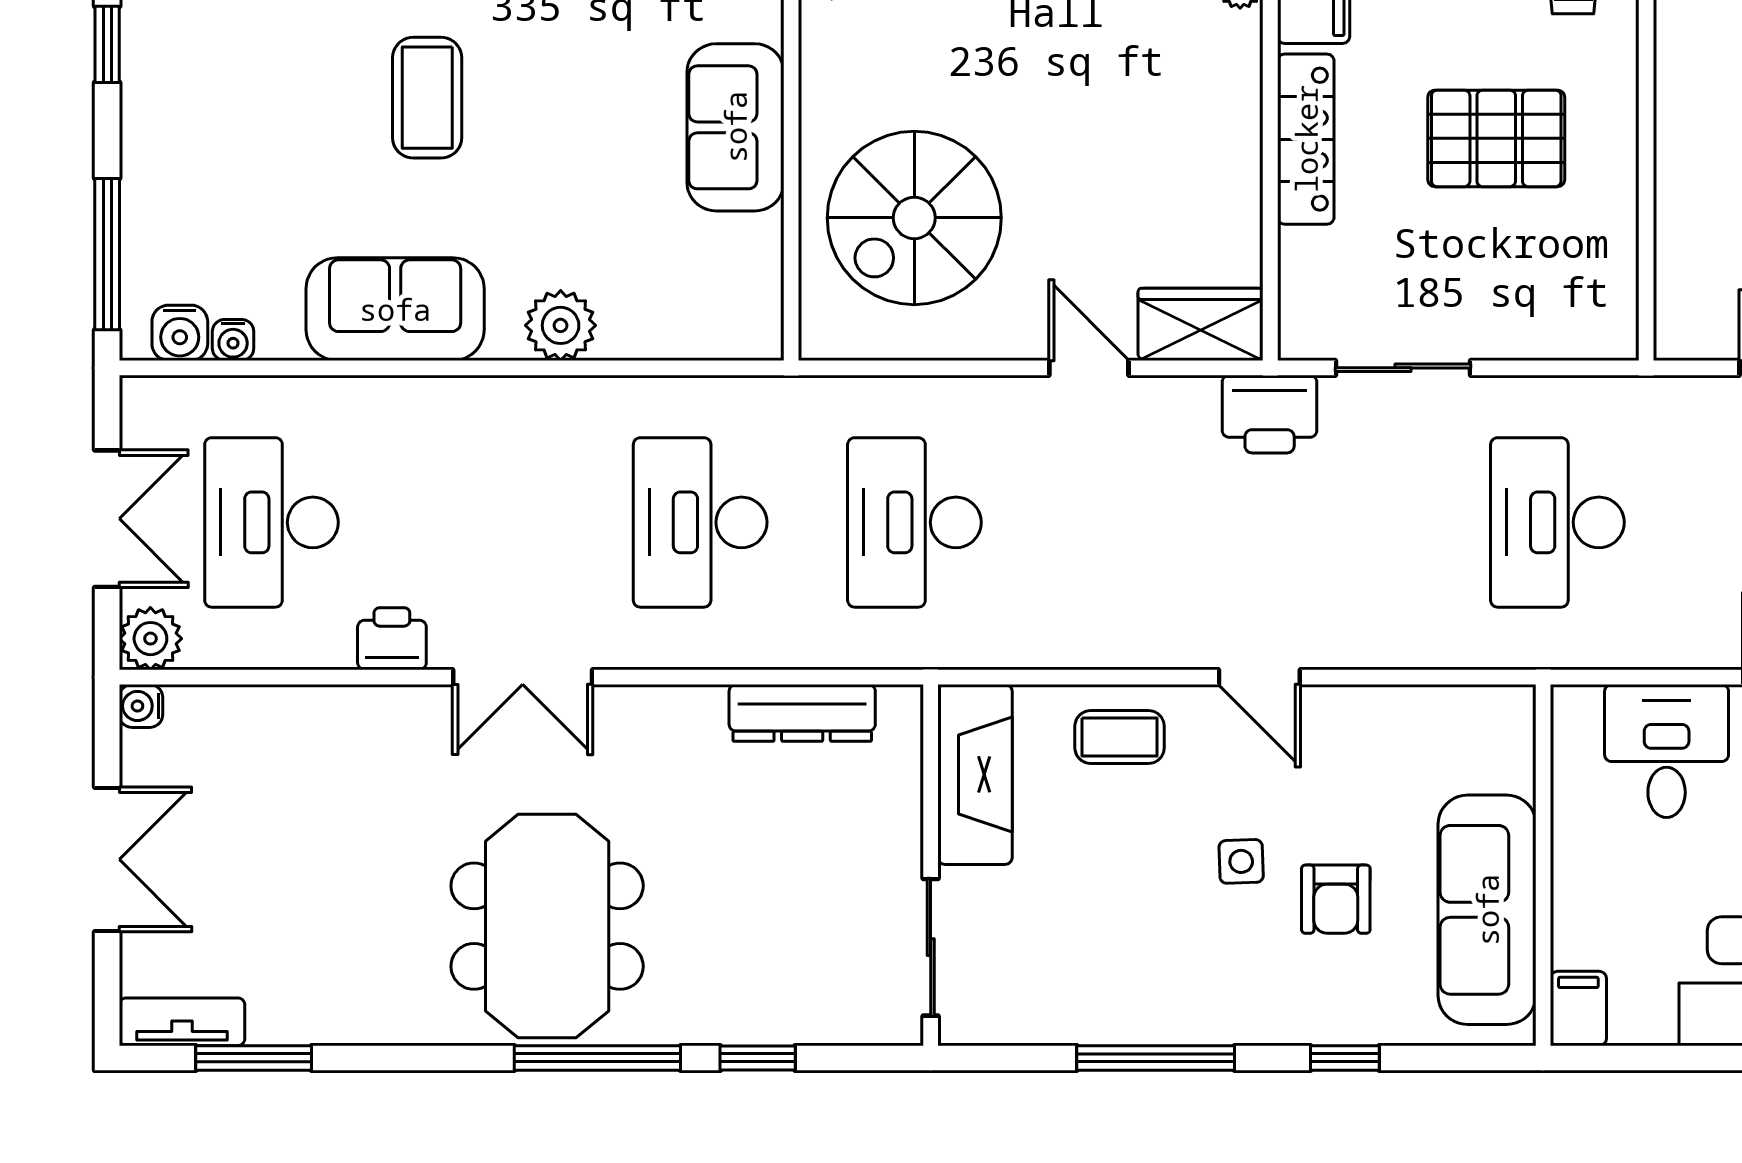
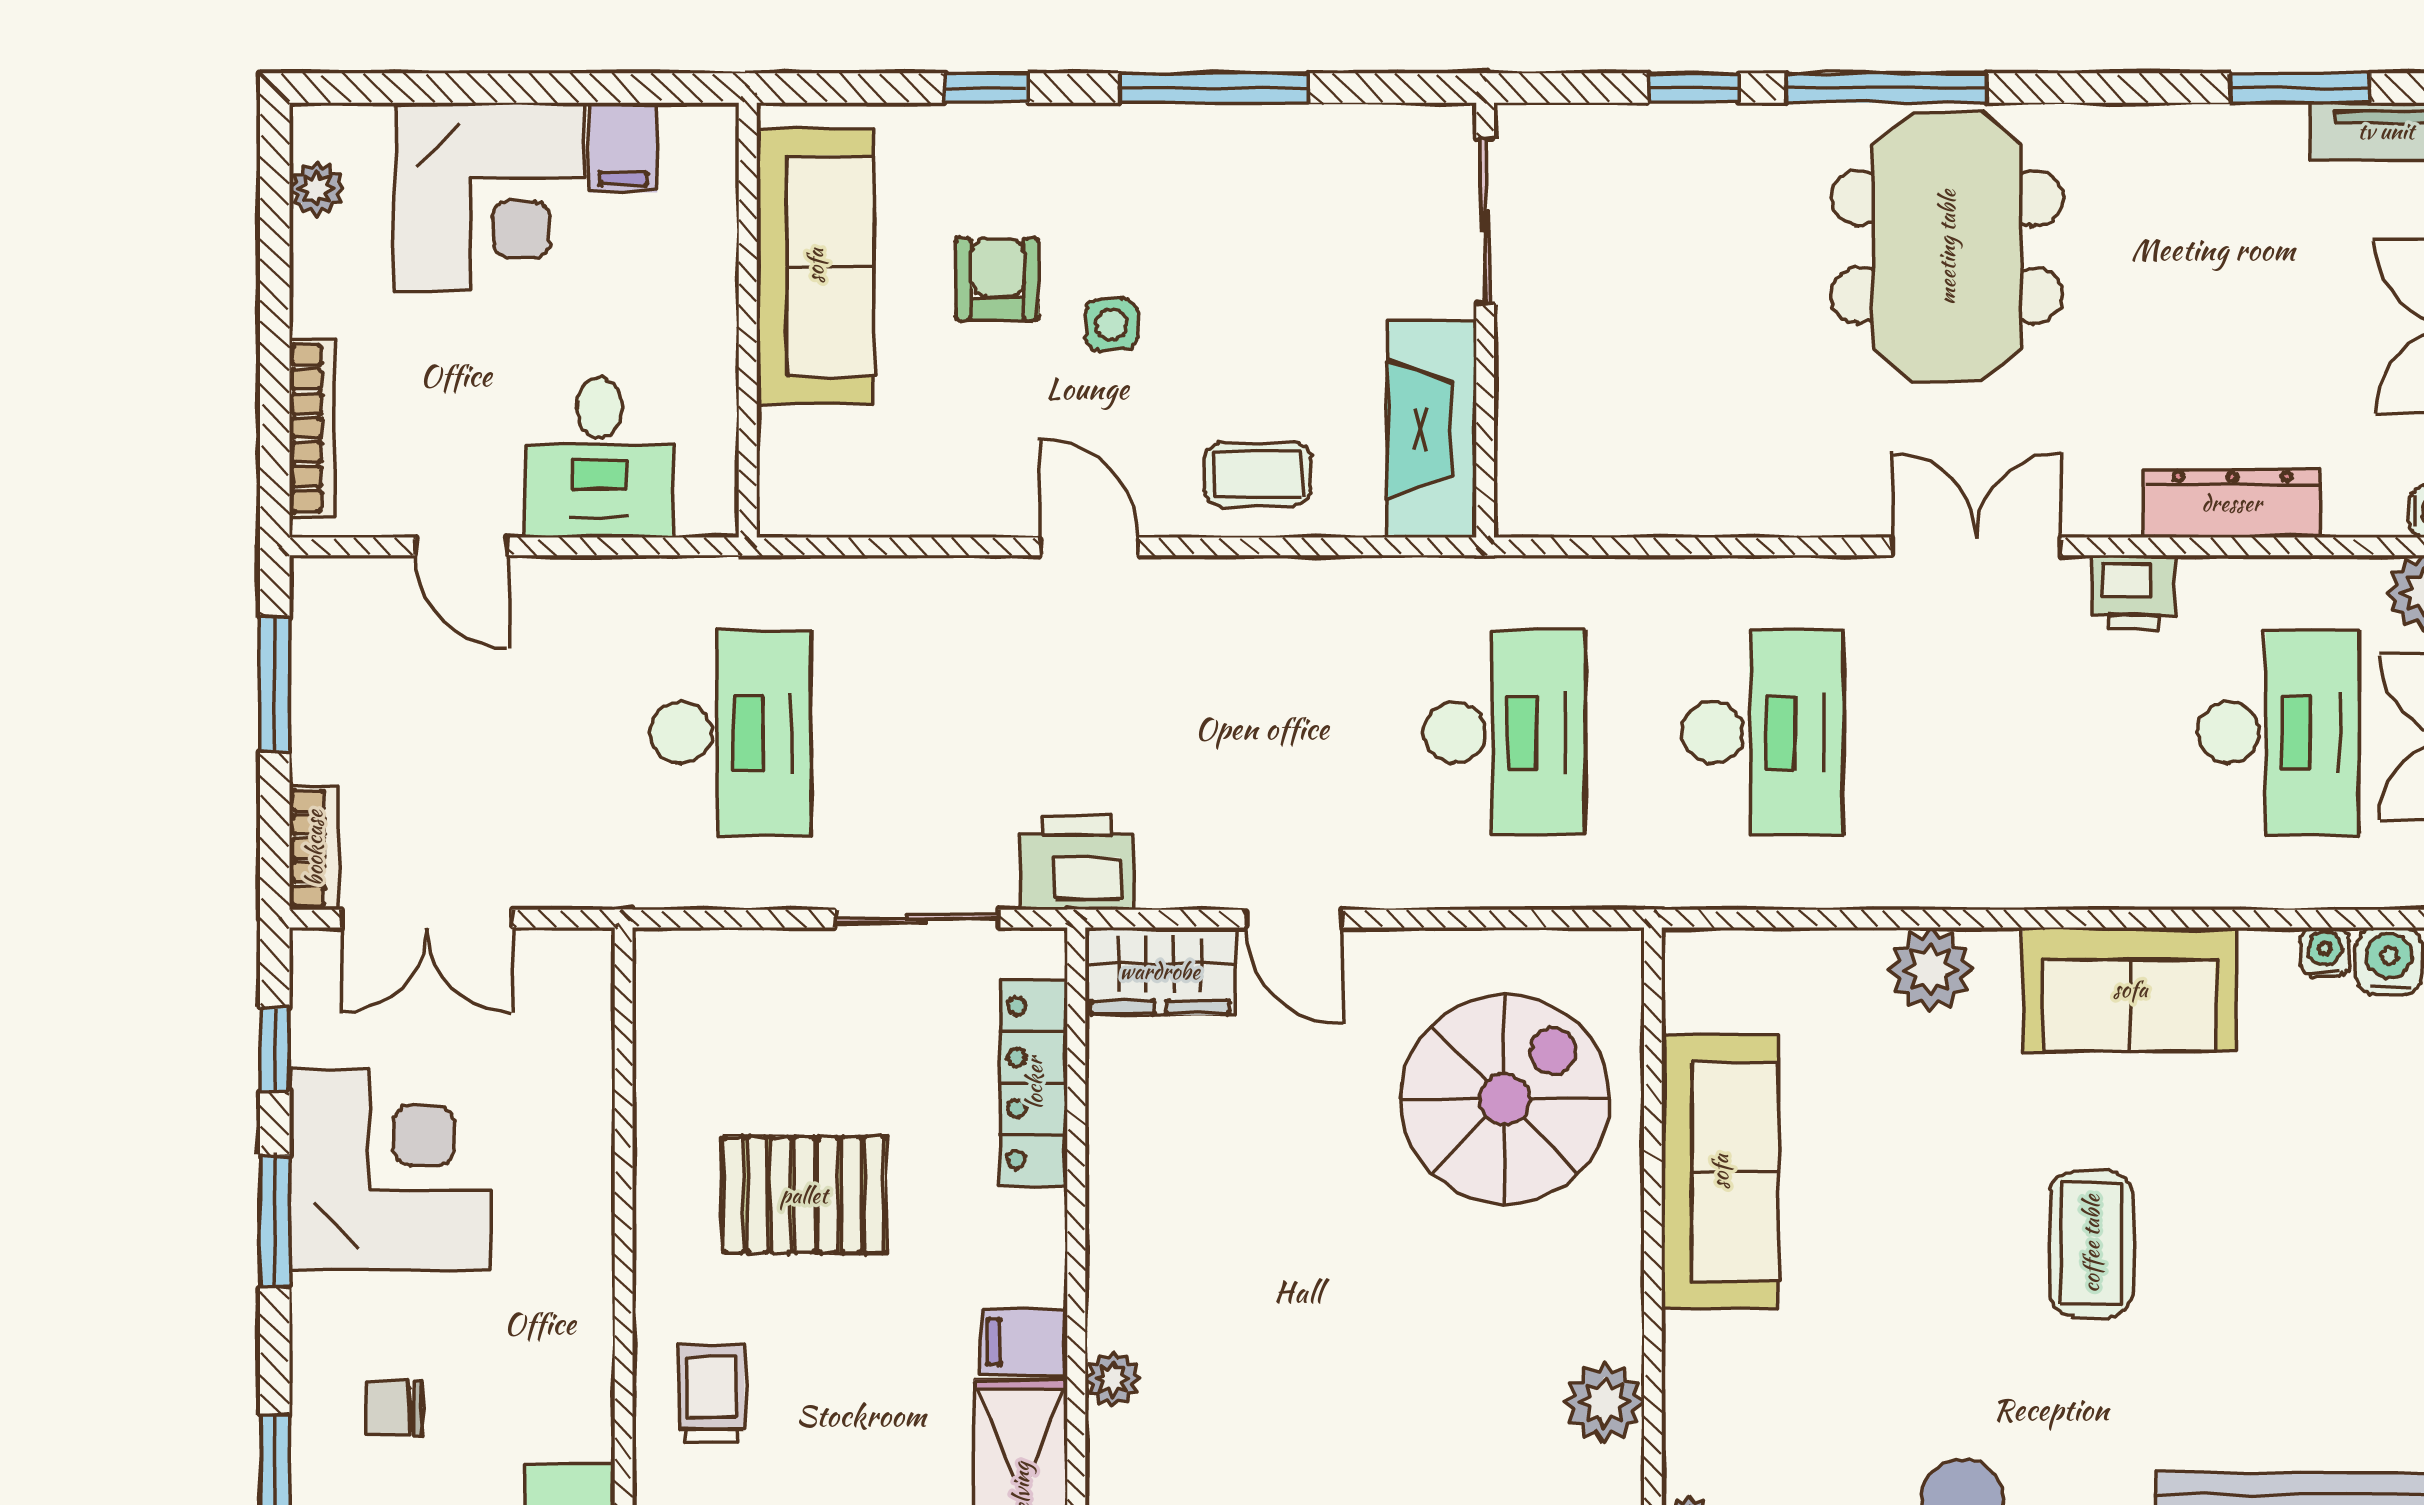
sofa: (735, 127) -> (1720, 1172), width x1.36
locker: (1306, 139) -> (1034, 1083), moved
dresser: (802, 713) -> (2232, 503), moved
filing cabinet: (1578, 1008) -> (624, 147), moved

